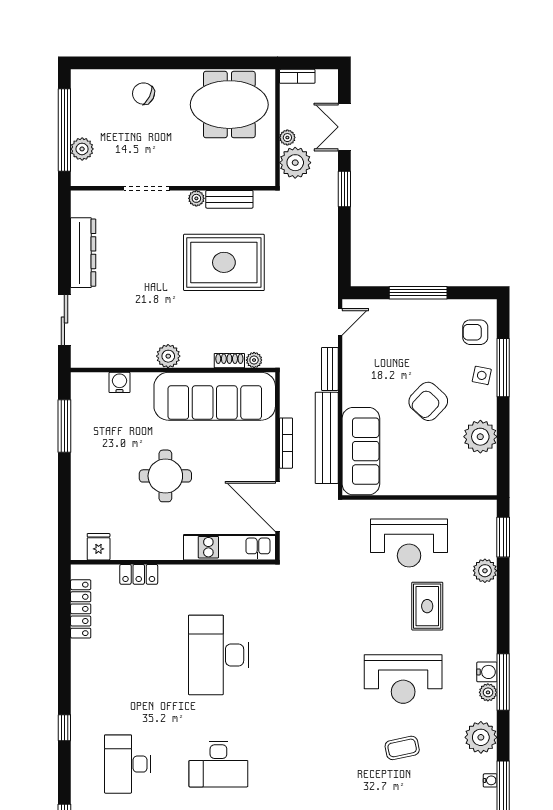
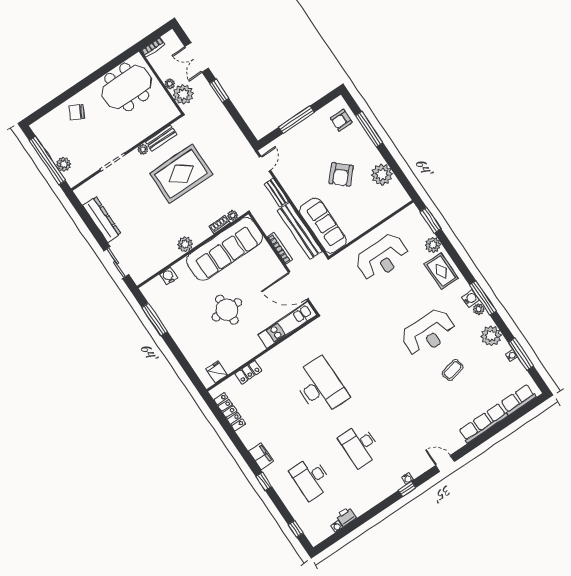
side table: (482, 375) -> (360, 141), removed
rug: (427, 606) -> (441, 271), moved
desk: (218, 655) -> (320, 387), turned 180
filing cabinet: (82, 693) -> (261, 456), added
desk: (218, 764) -> (360, 445), turned 90

